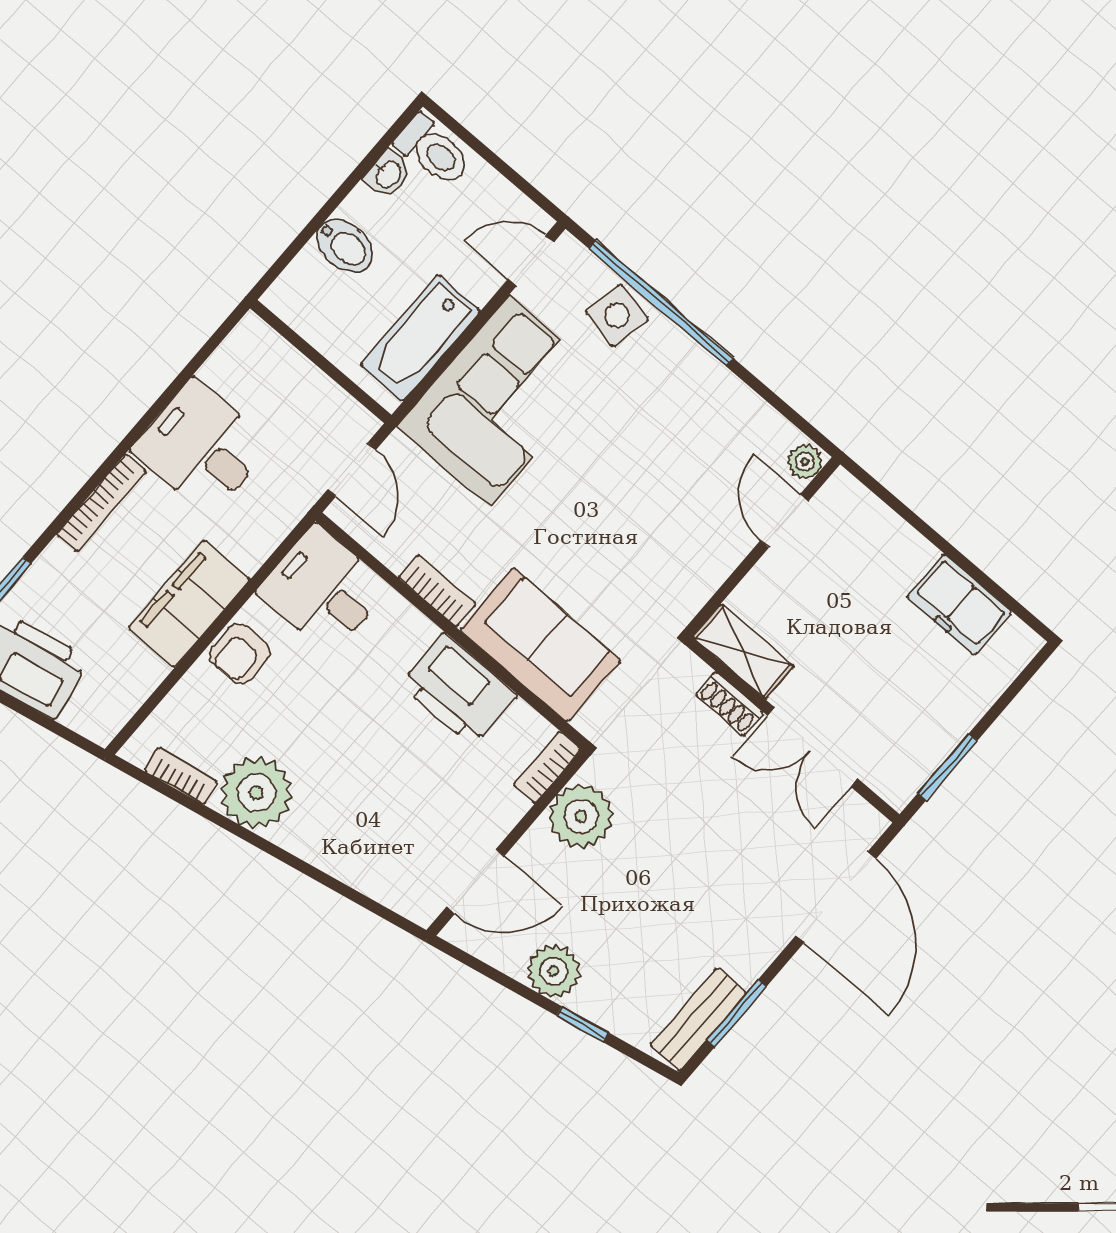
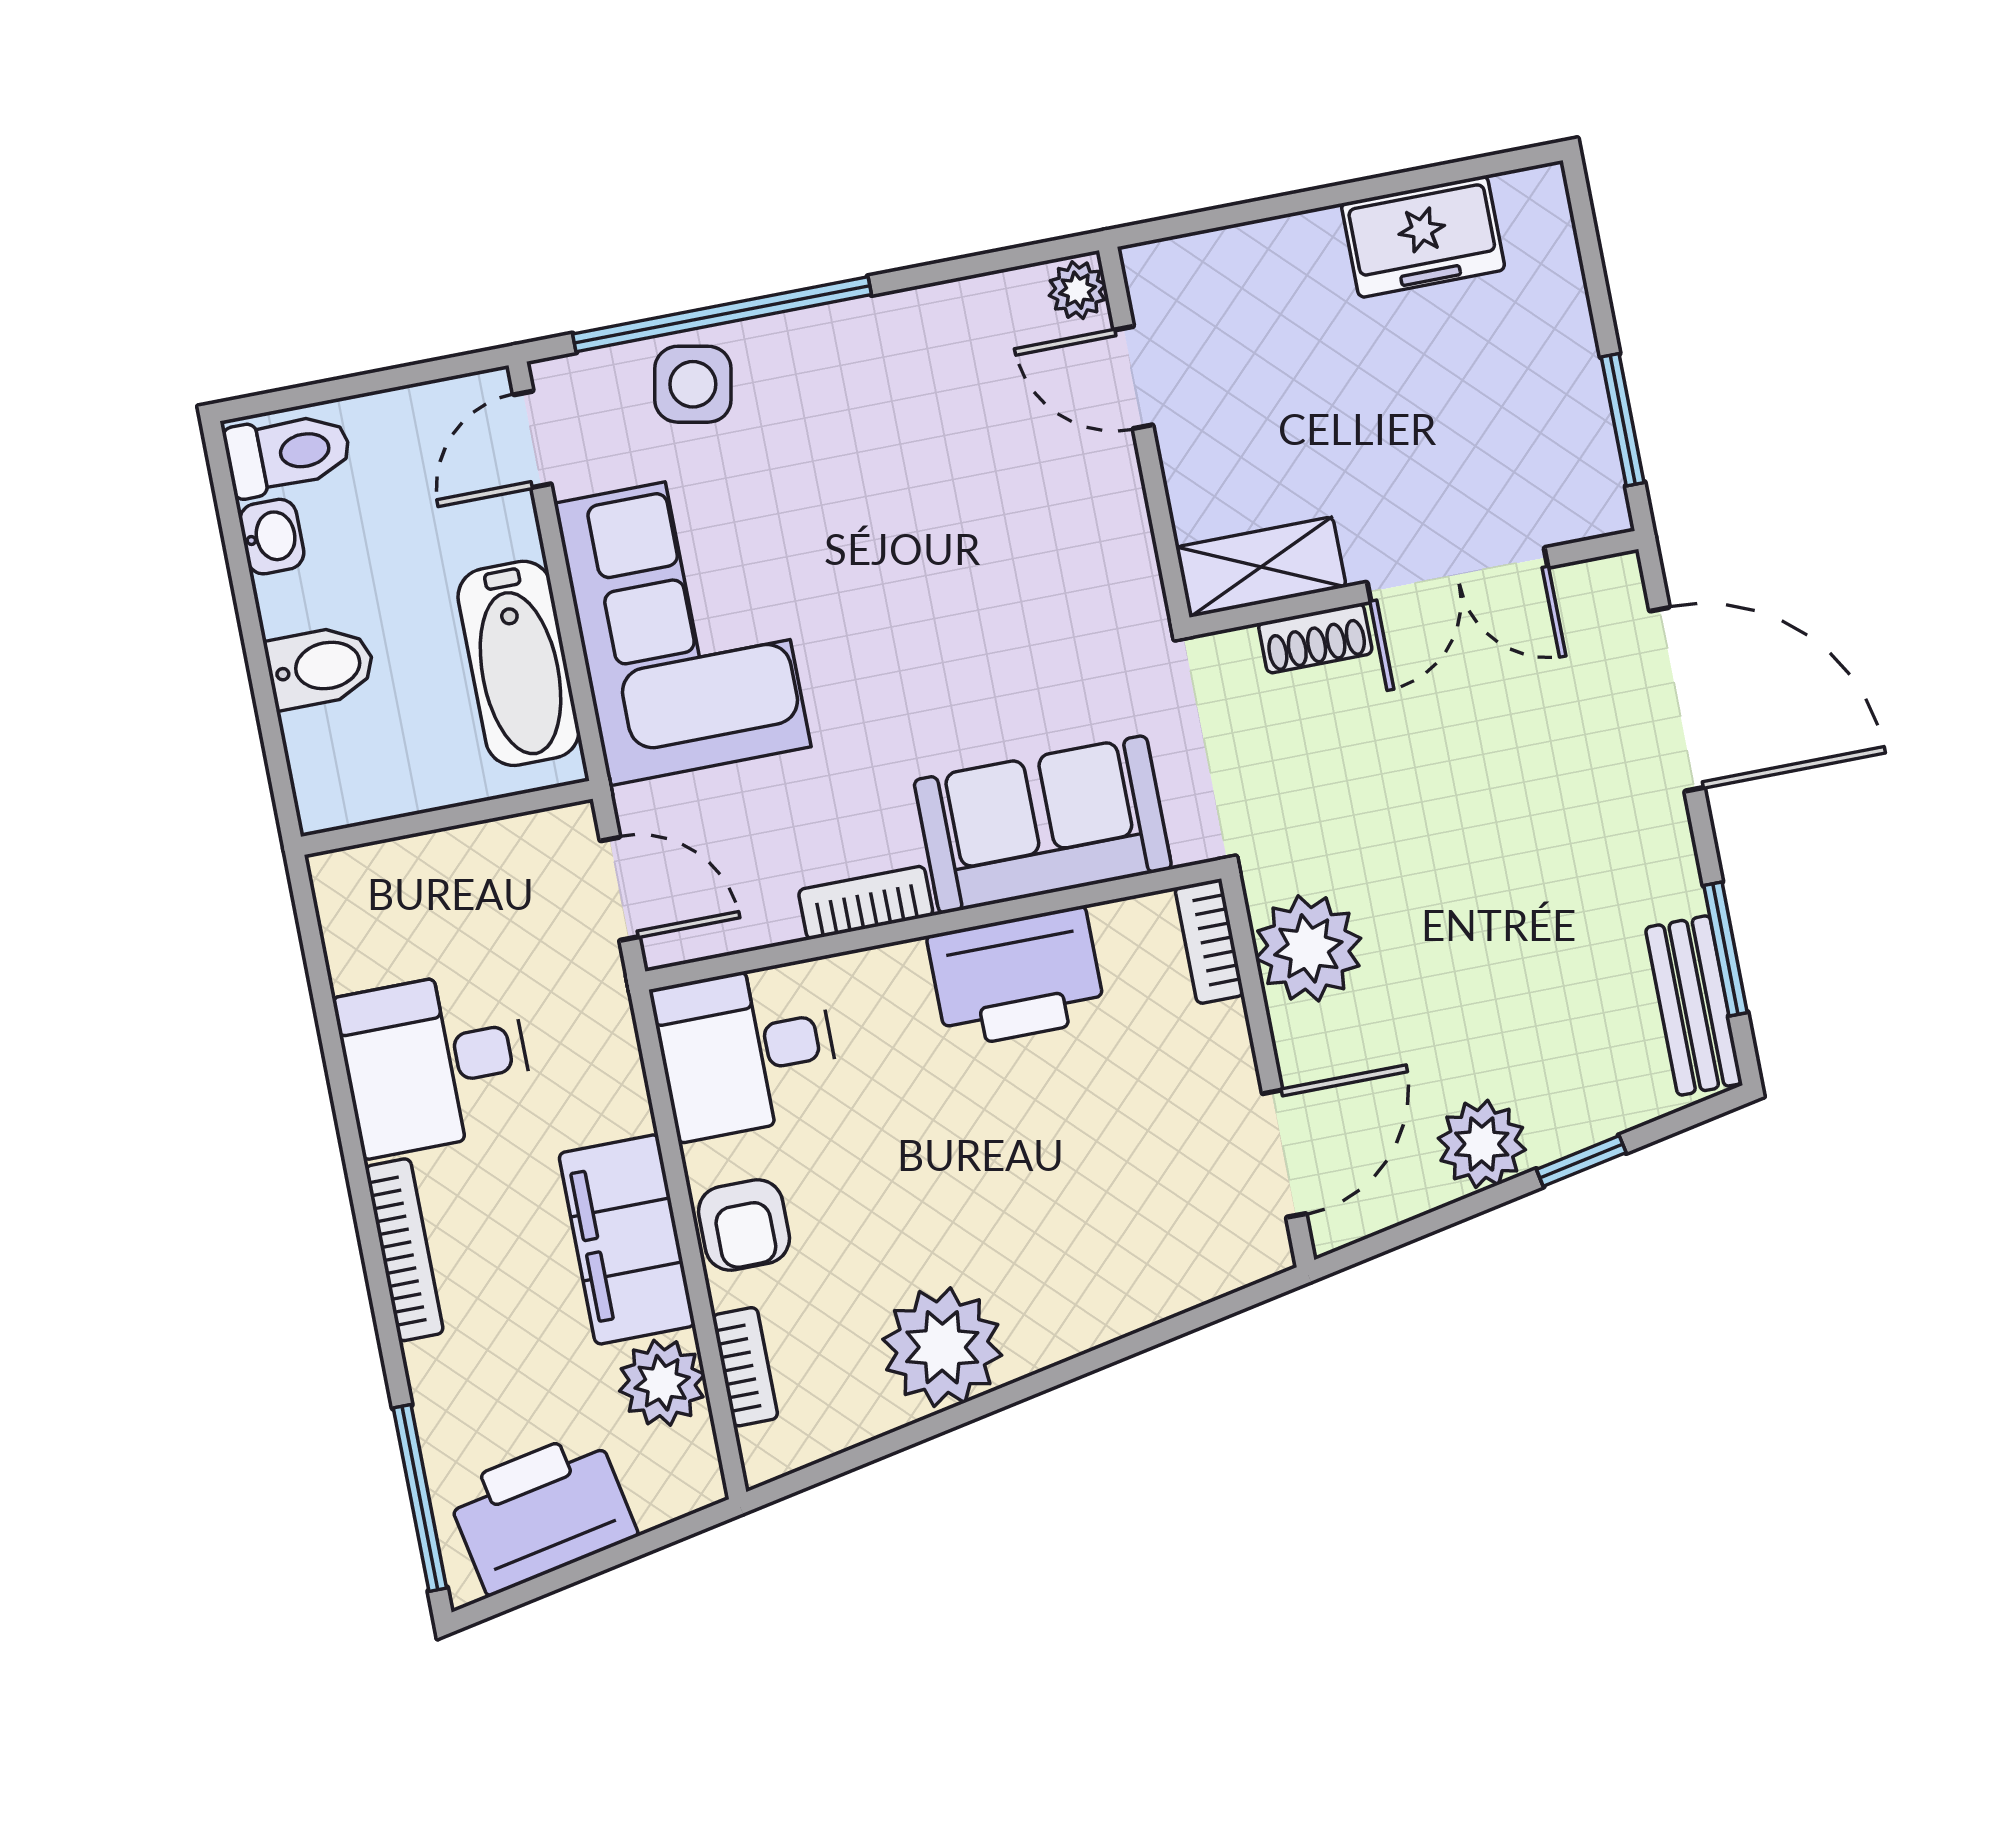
plant: (135, 674) -> (662, 1383), added
bookcase: (181, 776) -> (745, 1367), moved, turned 101

